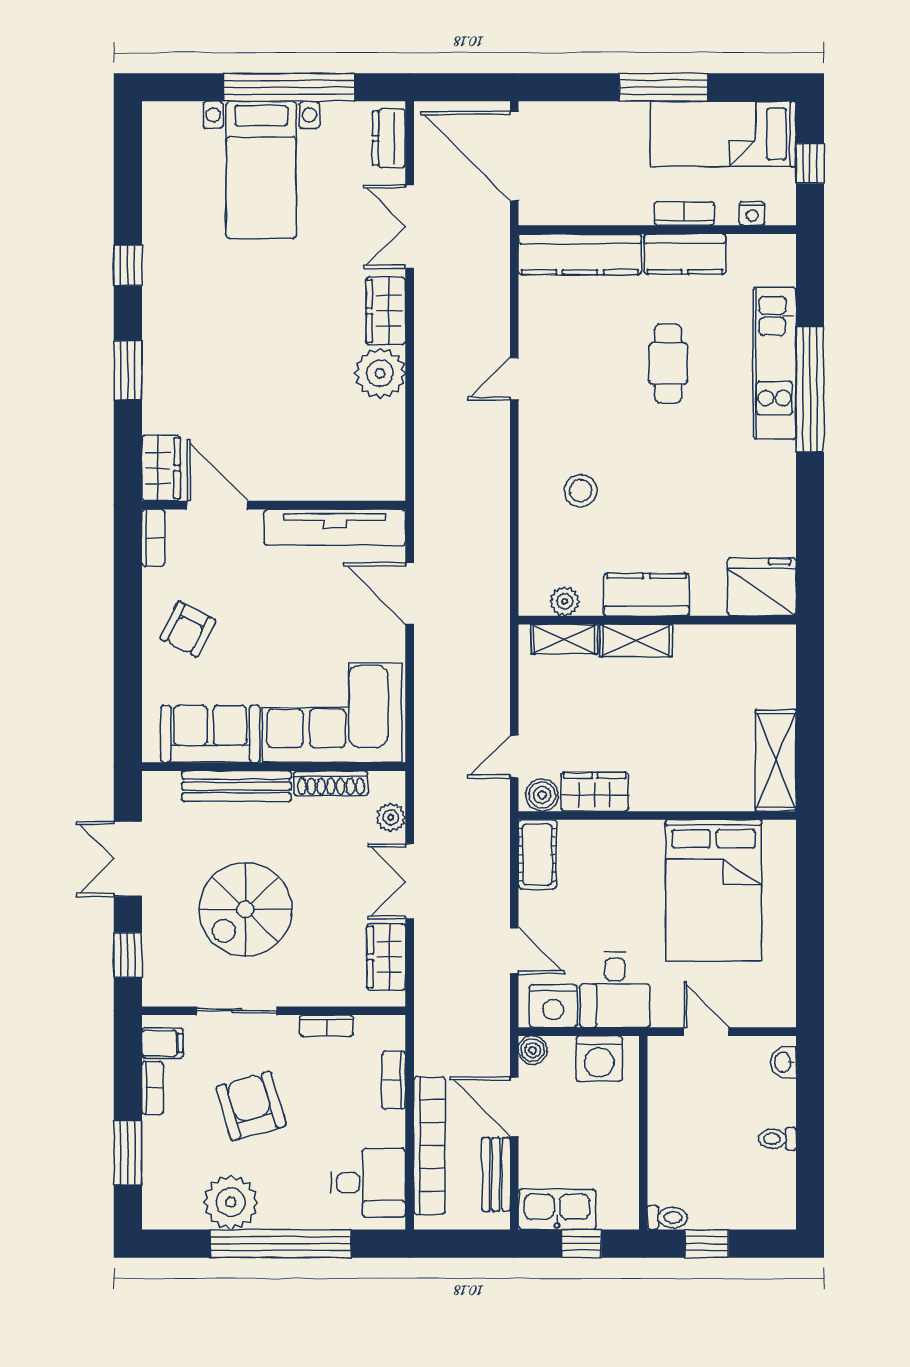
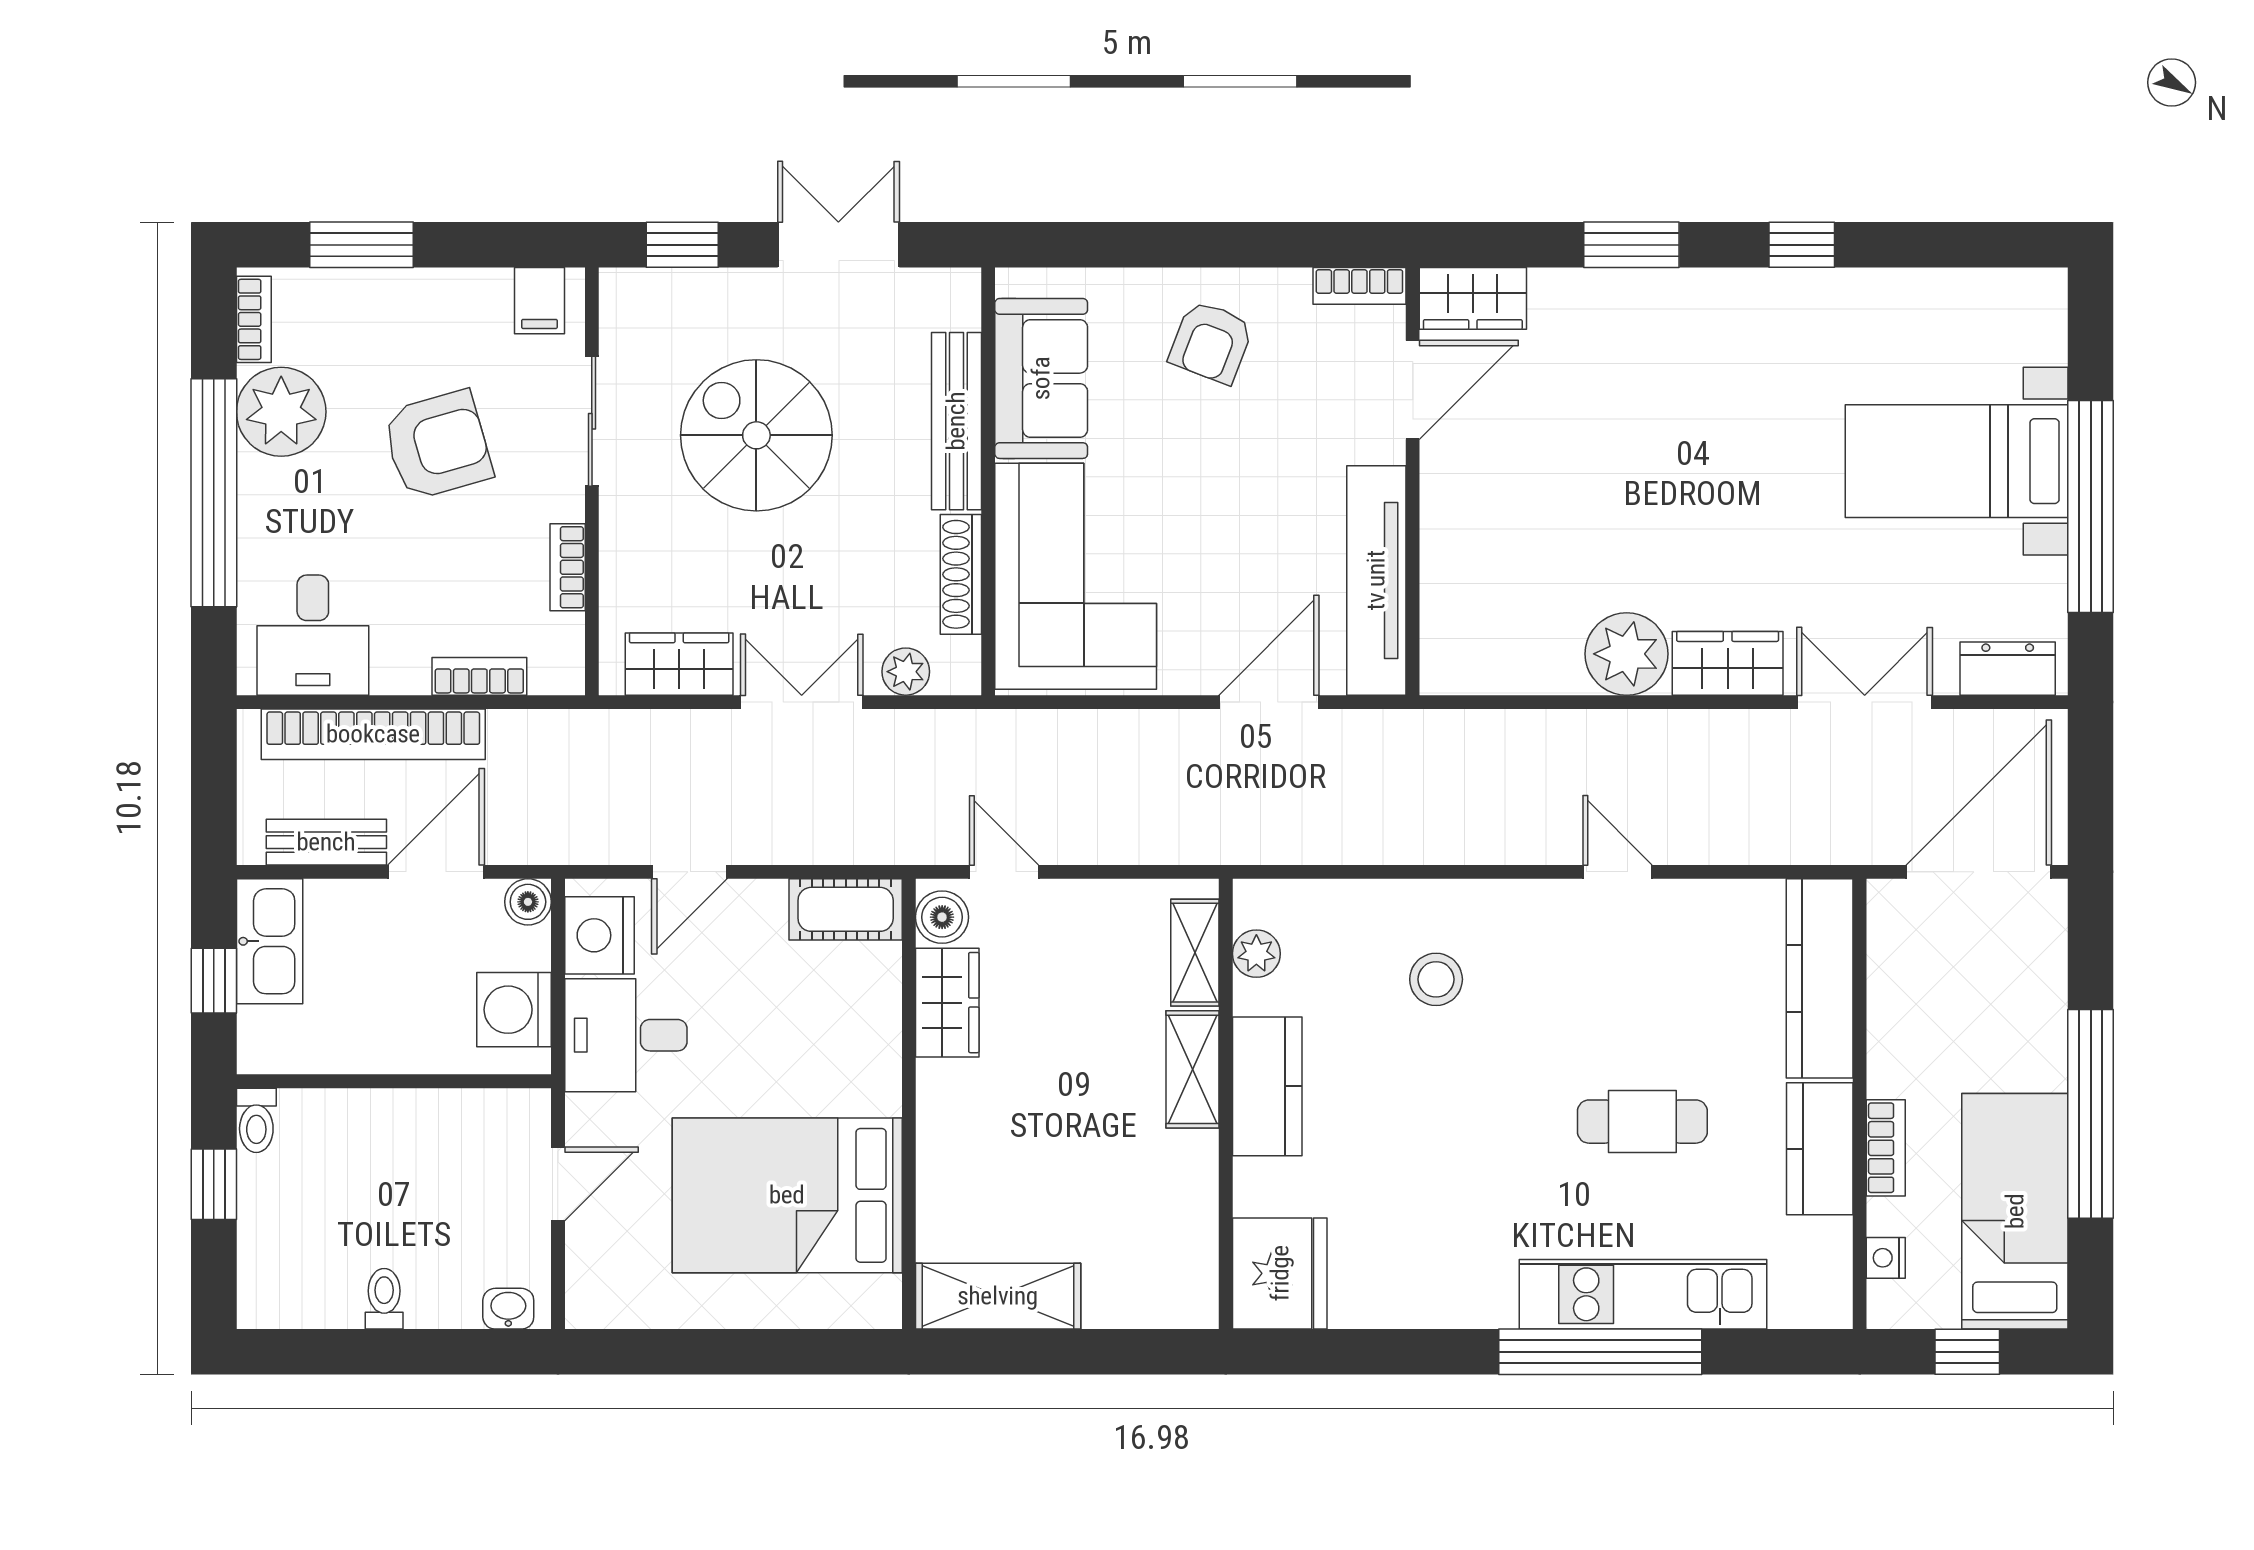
window: (663, 87) -> (2091, 1114), width x1.46
armchair: (188, 629) -> (1211, 342), turned -96
bookcase: (152, 1088) -> (254, 319), moved, turned -90

